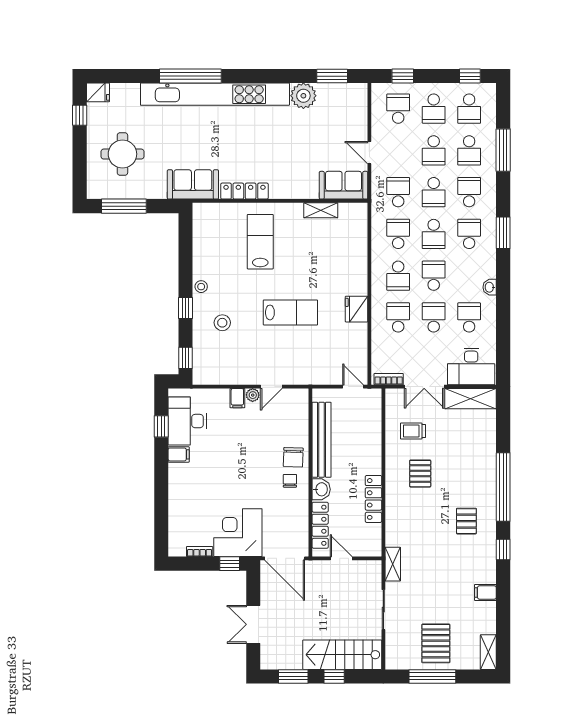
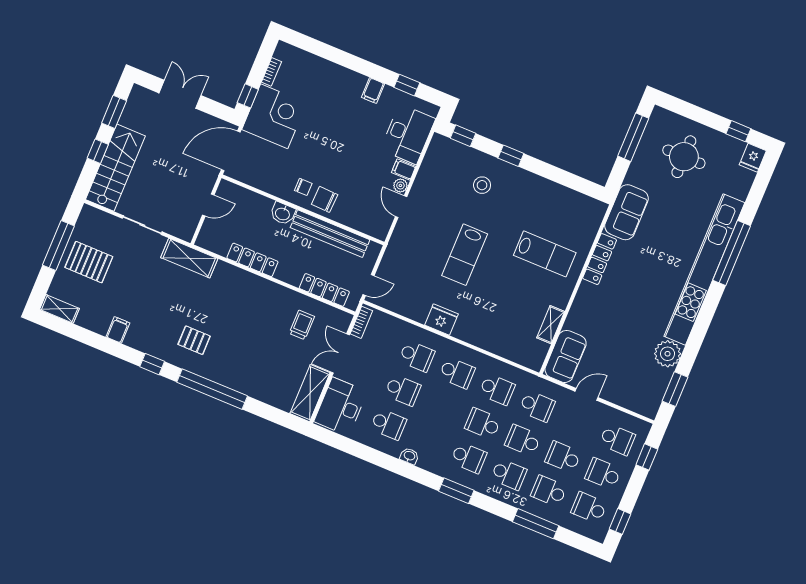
school desk: (398, 276) -> (457, 373), turned 180
school desk: (434, 276) -> (443, 407), removed
stool: (201, 287) -> (525, 179), removed
desk: (187, 421) -> (408, 134), moved, turned 90
pallet: (420, 474) -> (258, 315), removed
locker: (320, 525) -> (324, 290), moved, turned 180
shelving: (393, 564) -> (189, 258), width x1.50, depth x1.33

